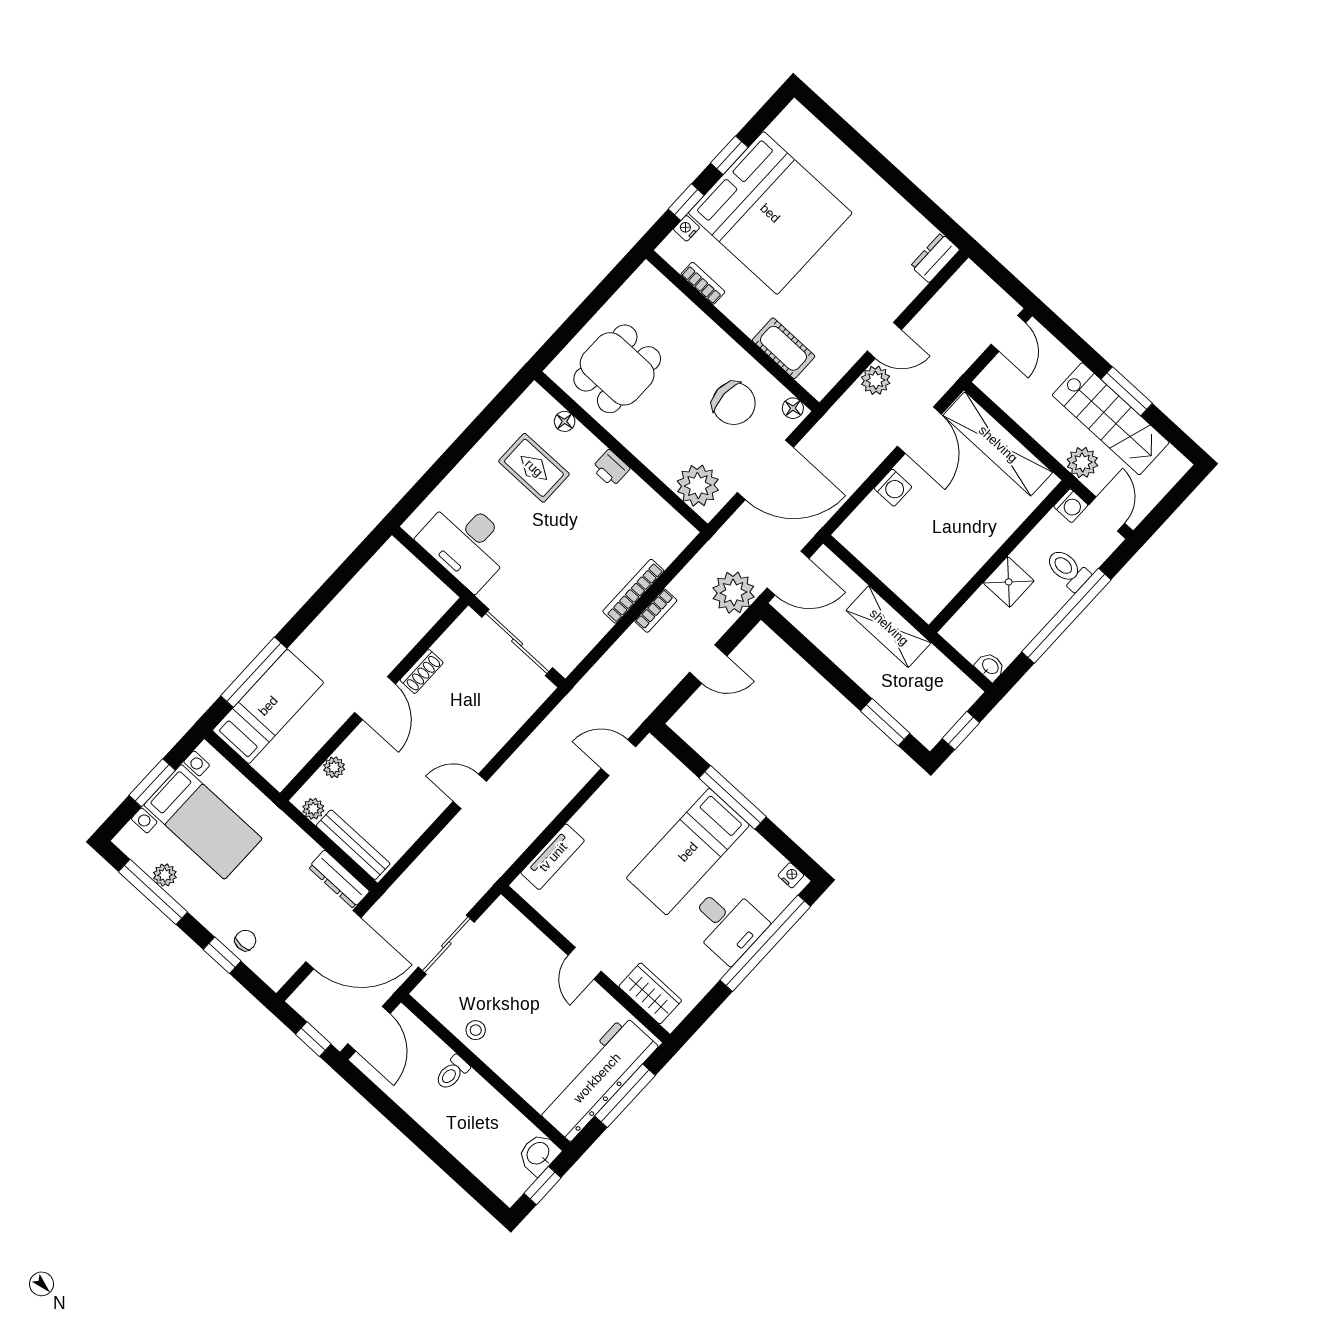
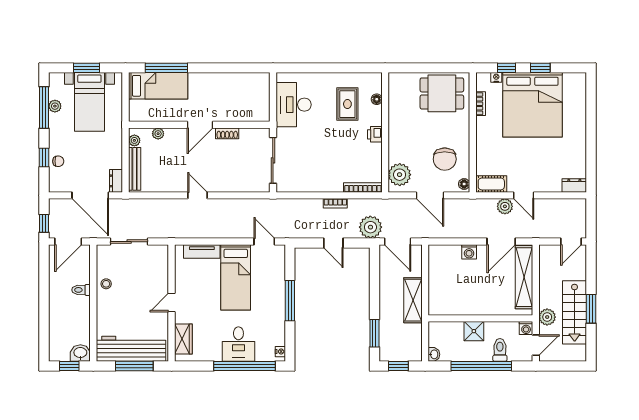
cot: (784, 348) -> (491, 184), moved, turned 90
dining table: (617, 369) -> (442, 93), moved
door: (765, 470) -> (430, 195), width x0.73
bookcase: (633, 591) -> (363, 187), moved
bed: (688, 852) -> (236, 277), moved, turned -90
dresser: (339, 879) -> (116, 181), width x0.70

